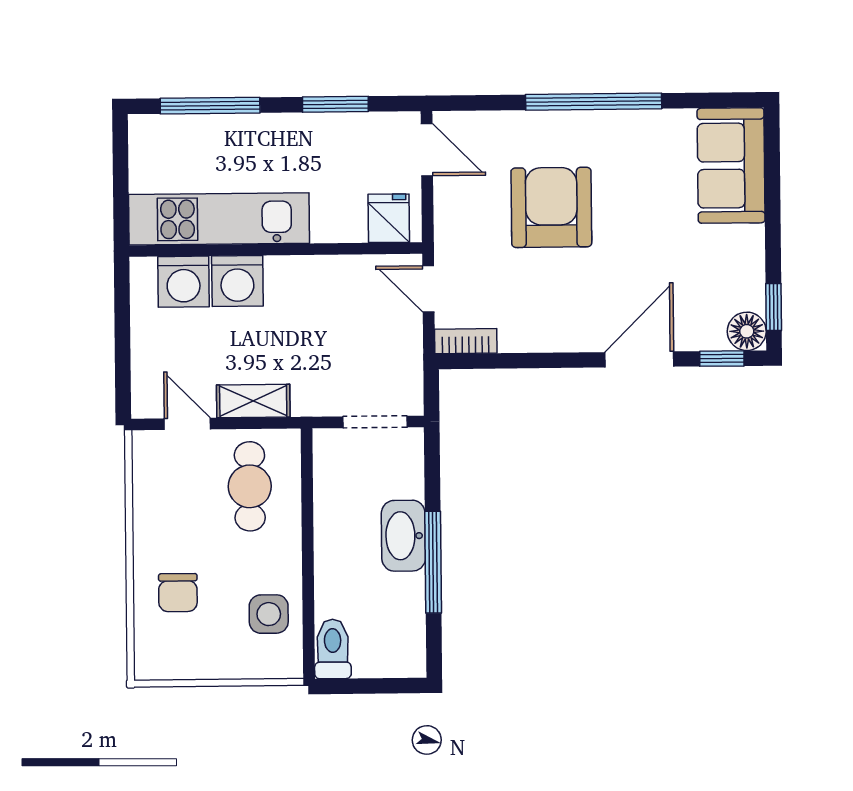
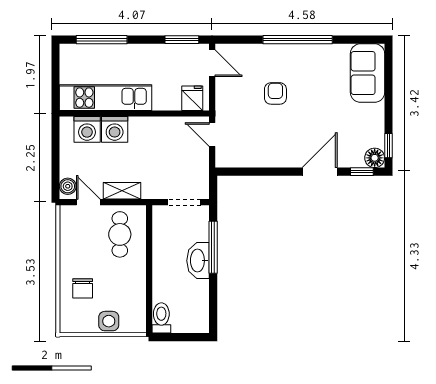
window: (335, 104) -> (182, 40), moved
armchair: (551, 207) -> (275, 93), width x0.53, depth x0.53
bookcase: (466, 341) -> (231, 161), removed
boiler: (147, 393) -> (68, 186), added
window: (433, 562) -> (213, 247), moved
side table: (269, 614) -> (109, 321), moved

